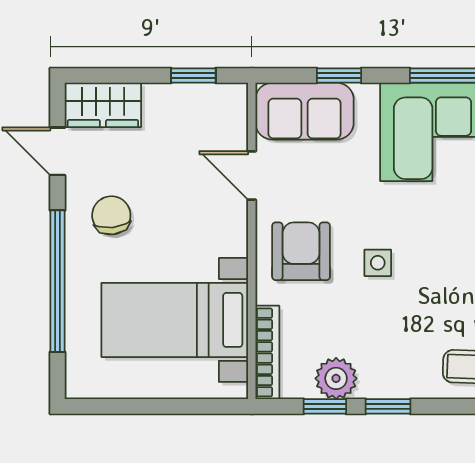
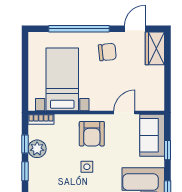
window: (193, 75) -> (168, 87), removed
armchair: (301, 251) -> (92, 134), turned 90
bookcase: (267, 352) -> (41, 119), width x0.64

